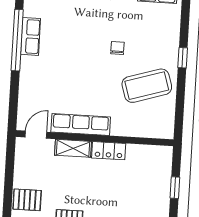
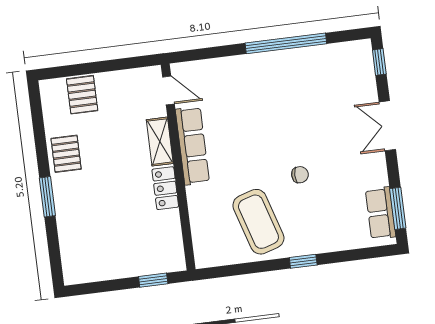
row of seats: (31, 36) -> (294, 60), removed
window: (175, 188) -> (153, 280), moved

